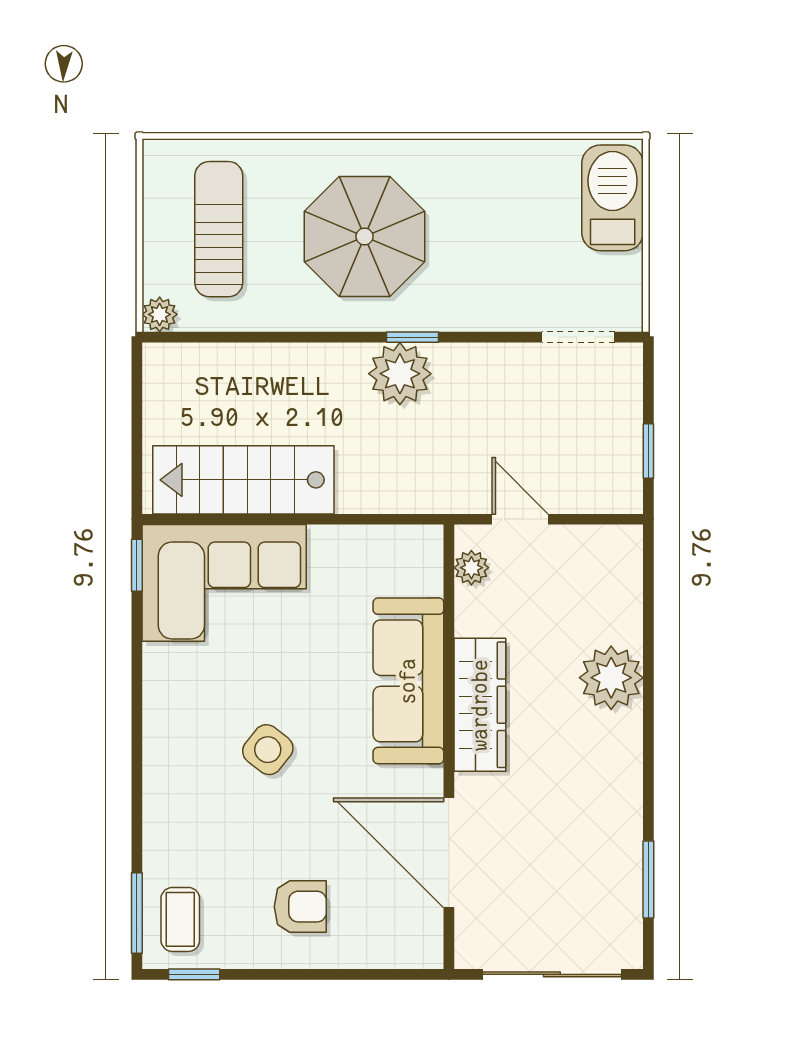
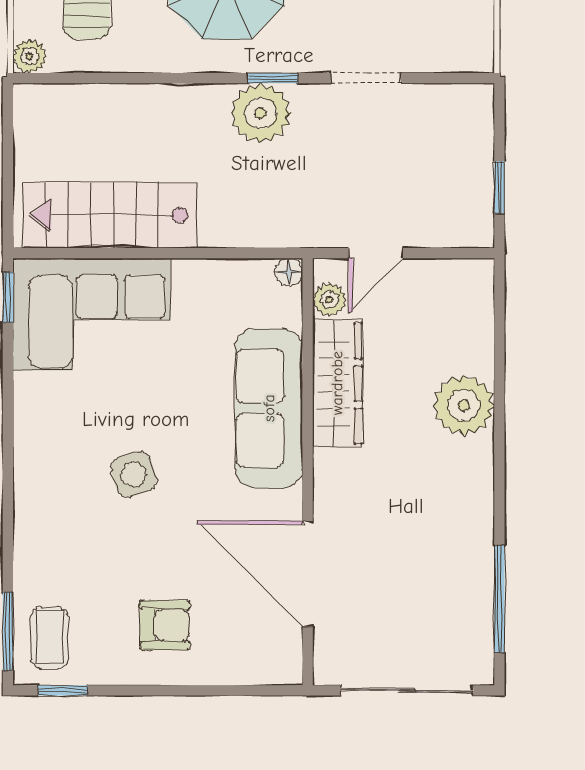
doorway: (578, 337) -> (366, 78), moved
door: (520, 519) -> (376, 253), swing flipped
floor lamp: (429, 539) -> (289, 272), added
wardrobe: (480, 705) -> (337, 383), moved
side table: (268, 750) -> (134, 474), turned 35
window: (648, 879) -> (499, 599), width x1.44

